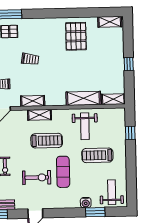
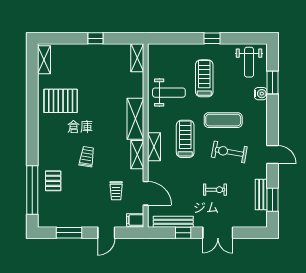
shelving: (83, 98) -> (135, 119), moved
window: (130, 133) -> (212, 38), moved
treadmill: (97, 155) -> (204, 78), turned 180
exercise bike: (37, 178) -> (229, 152), turned -80
weight bench: (112, 192) -> (249, 62), turned -90

